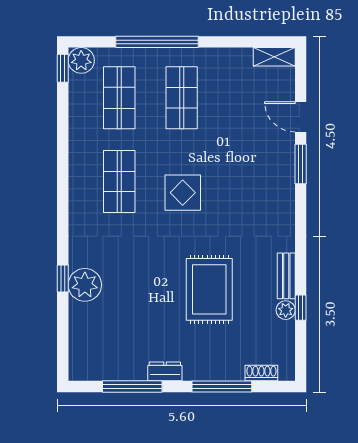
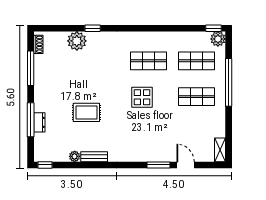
door: (301, 117) -> (186, 165), hinge flipped
plant: (85, 285) -> (77, 41), moved
rug: (209, 289) -> (86, 112), width x0.73, depth x0.70
window: (301, 308) -> (45, 165), moved
dresser: (165, 371) -> (39, 122), moved
shoe rack: (261, 373) -> (38, 44), moved

